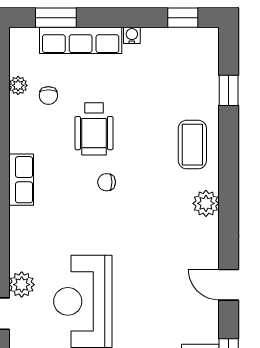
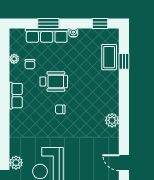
window: (56, 18) -> (48, 24), moved
wheelchair: (94, 129) -> (54, 81), turned -90
coffee table: (192, 145) -> (109, 57), moved
row of seats: (21, 180) -> (16, 96), moved

